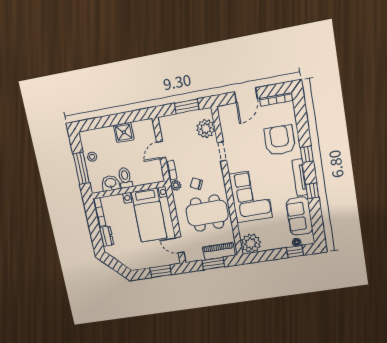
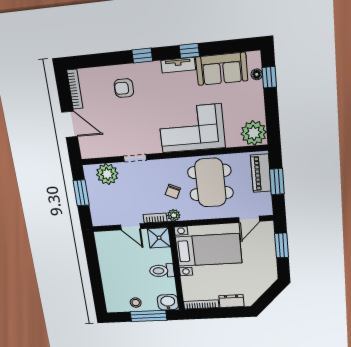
shower: (124, 132) -> (159, 238), moved
armchair: (280, 140) -> (124, 88), width x0.53, depth x0.53
tv unit: (300, 178) -> (178, 65), width x0.71
washbasin: (110, 183) -> (168, 302), moved, turned 90

